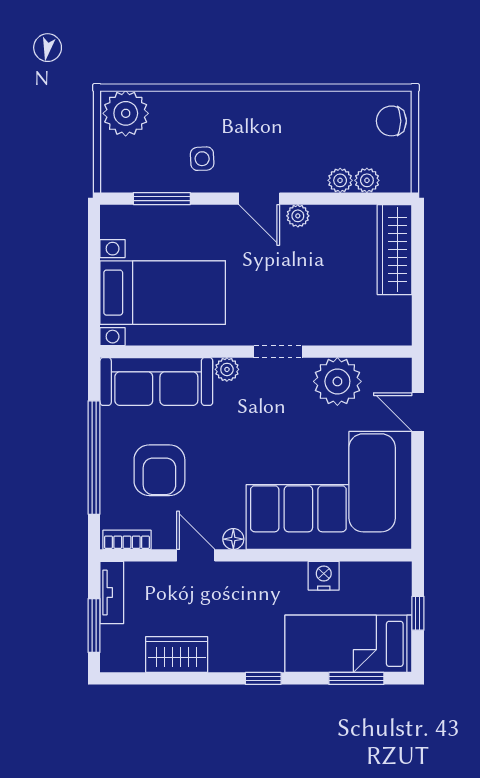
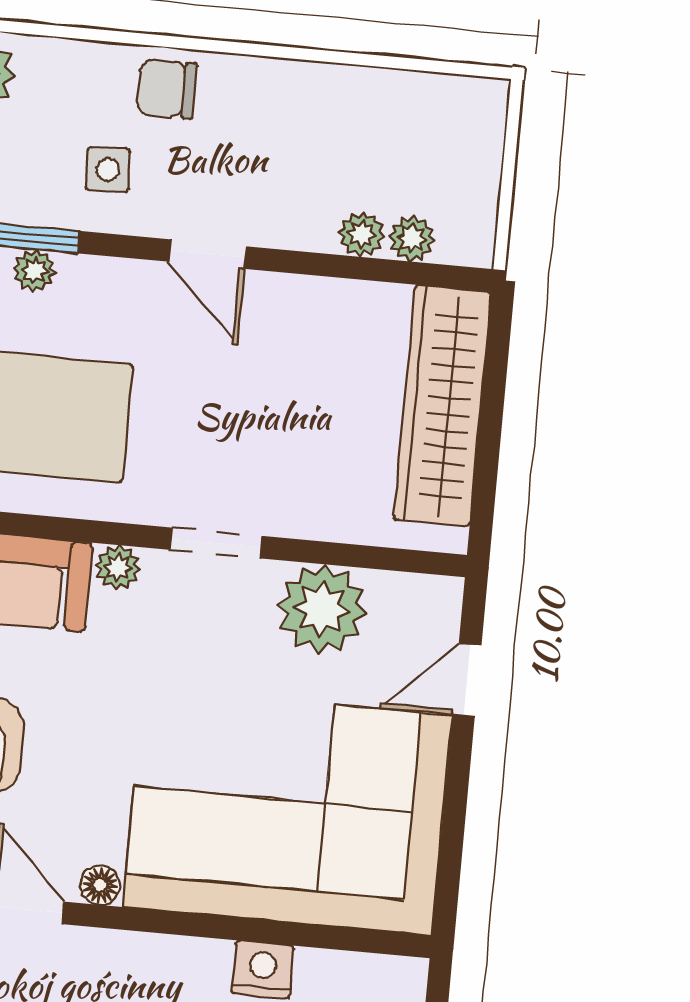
chair: (391, 121) -> (167, 89), moved
plant: (298, 216) -> (35, 271), moved
wardrobe: (395, 250) -> (443, 406), width x1.40, depth x1.17
door: (418, 412) -> (467, 680), hinge flipped

